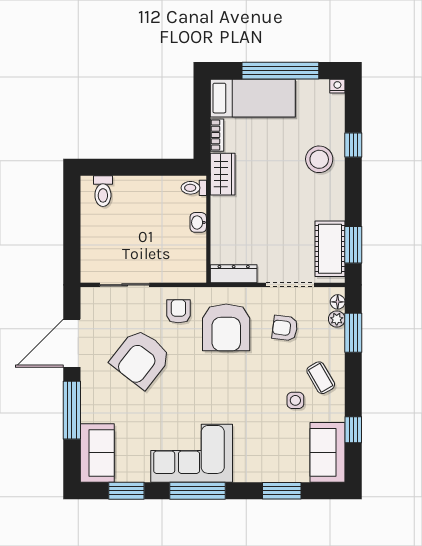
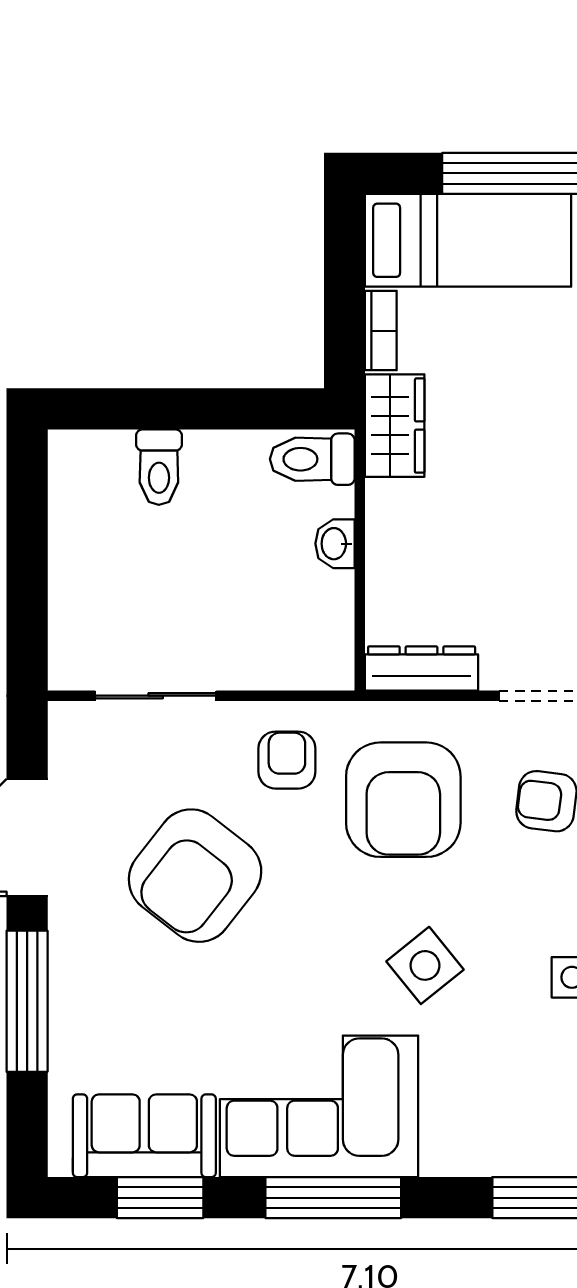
toilet: (194, 188) -> (312, 459), width x1.37, depth x1.39
toilet: (103, 191) -> (159, 467), moved
side table: (235, 395) -> (425, 965), added
sofa: (97, 453) -> (144, 1136), moved, turned -90

